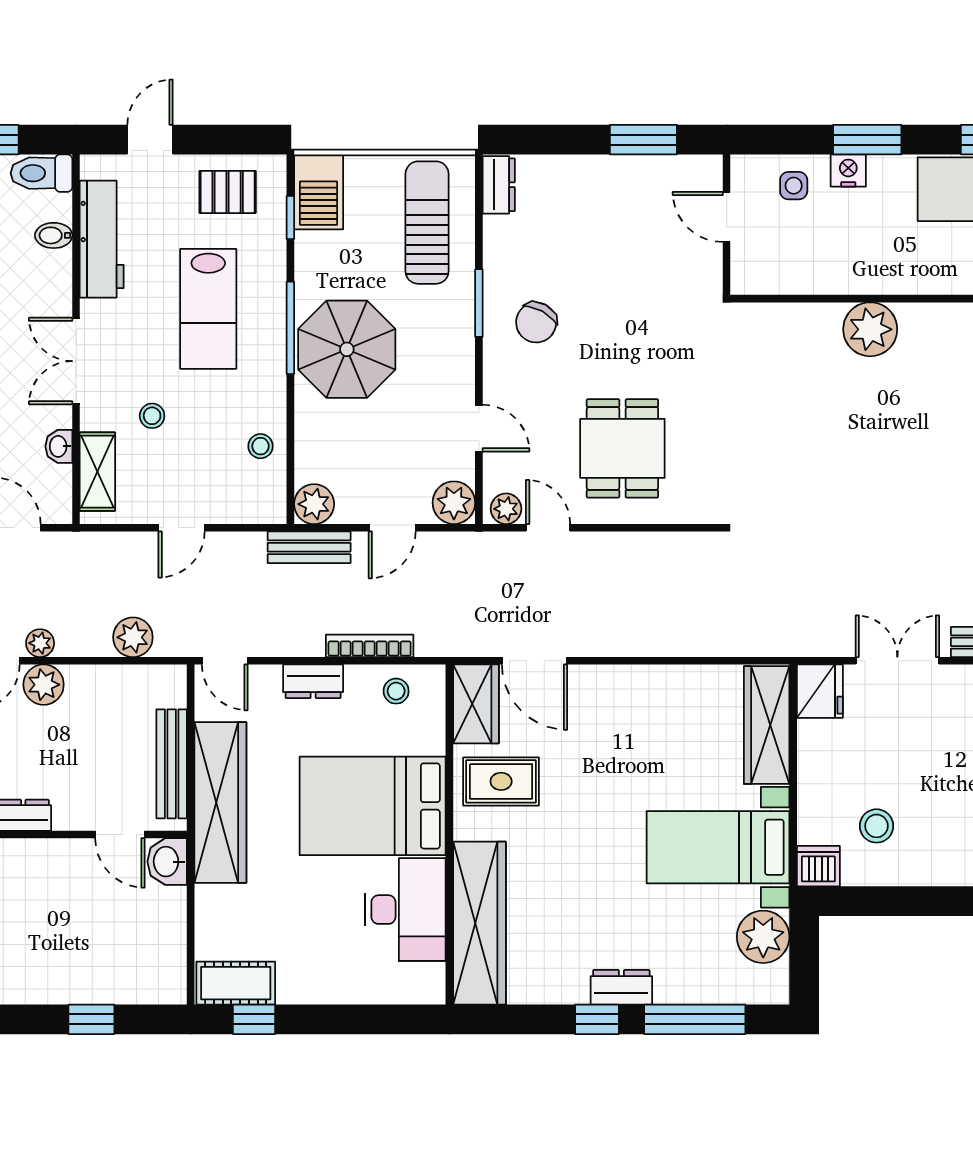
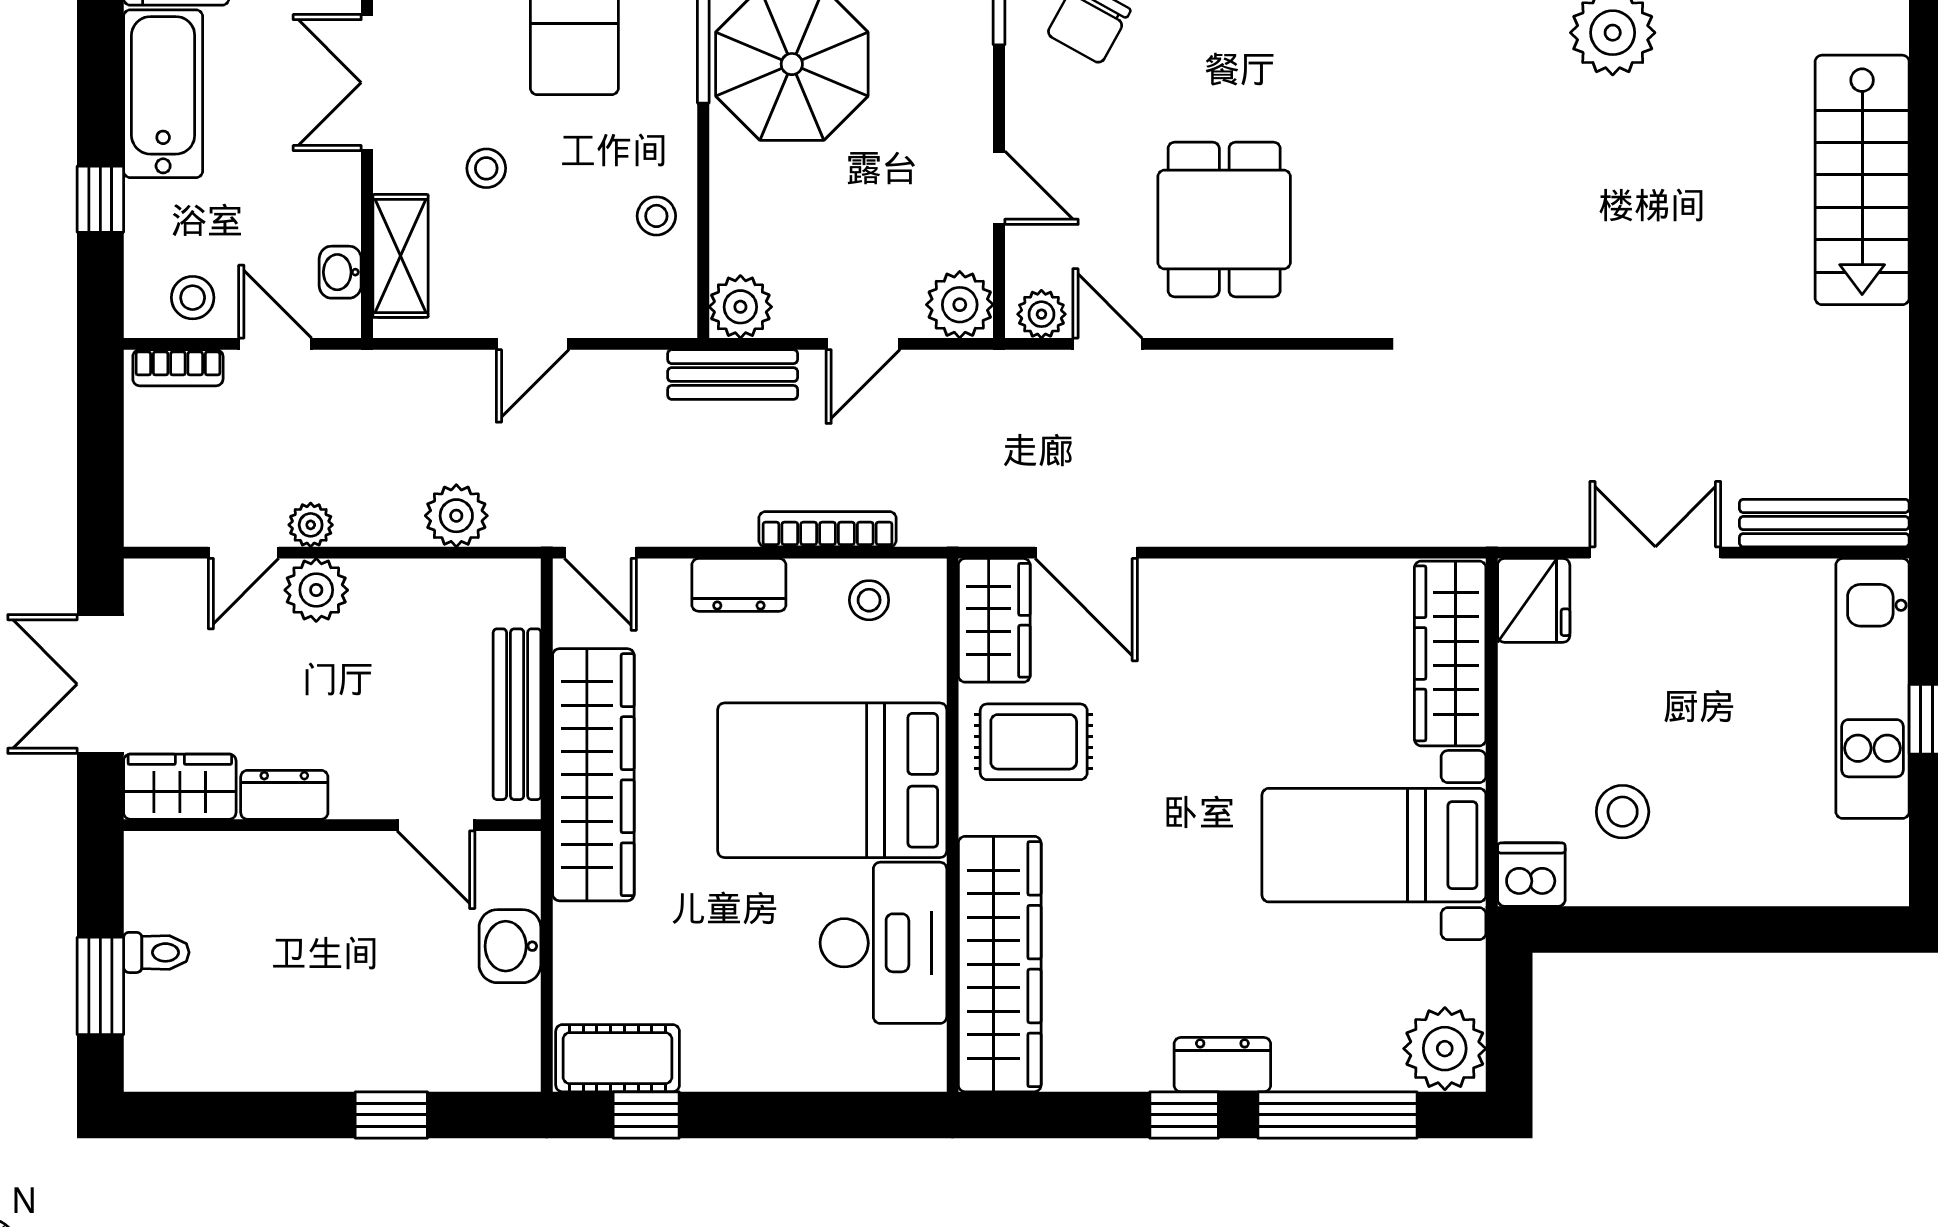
washbasin: (59, 446) -> (340, 272), moved
washbasin: (167, 862) -> (510, 946), moved
plant: (763, 937) -> (1445, 1049), moved

